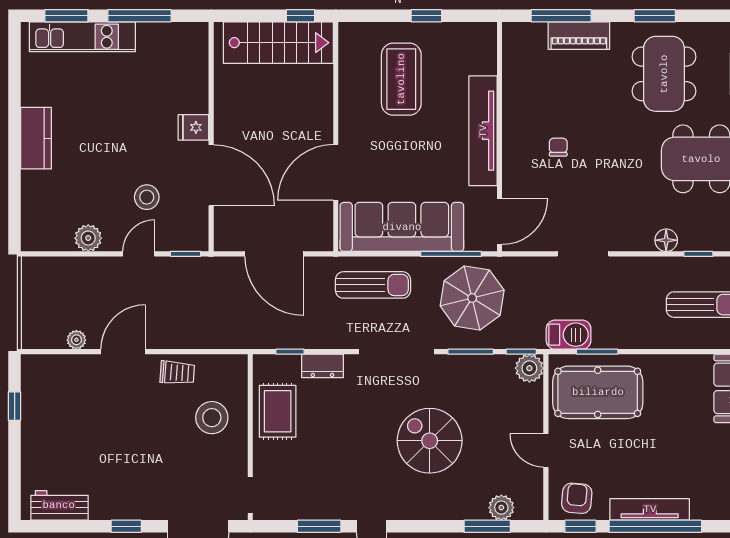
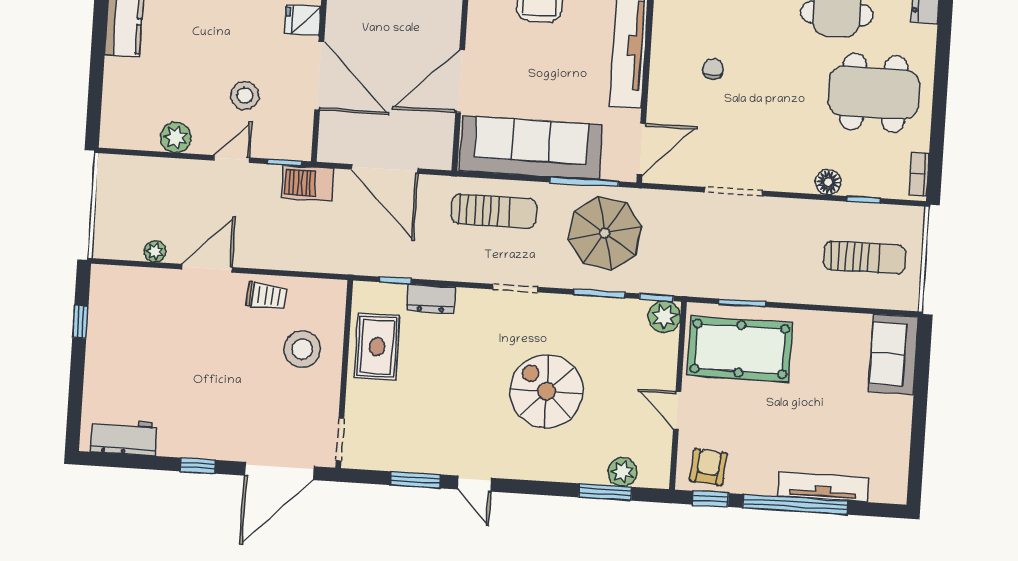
barbecue: (569, 335) -> (308, 183), moved, turned 180
doorway: (396, 352) -> (516, 288), width x0.53
tv unit: (650, 509) -> (823, 487), moved

